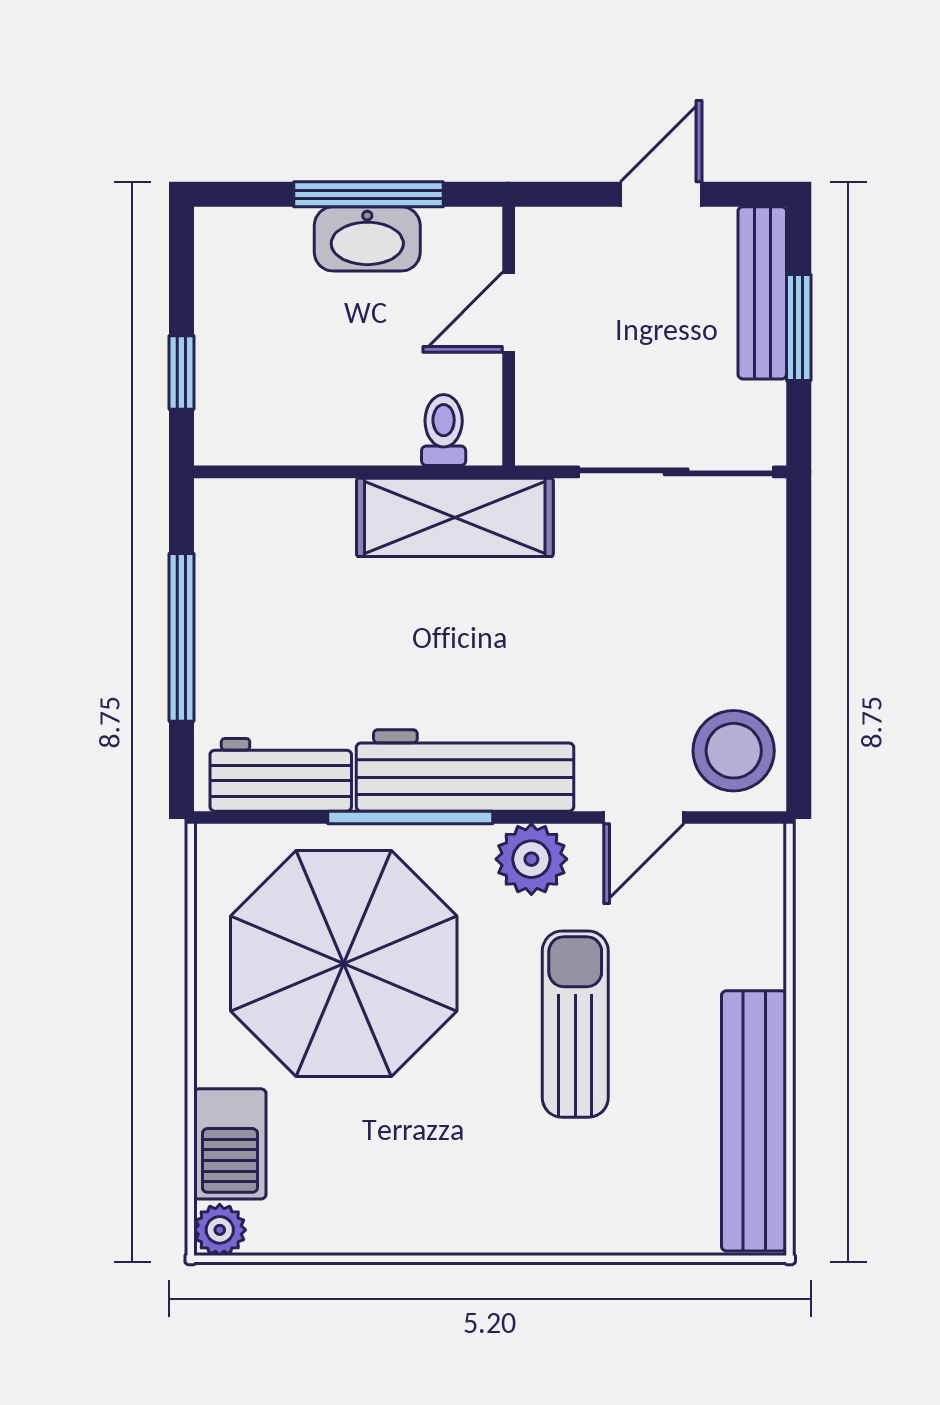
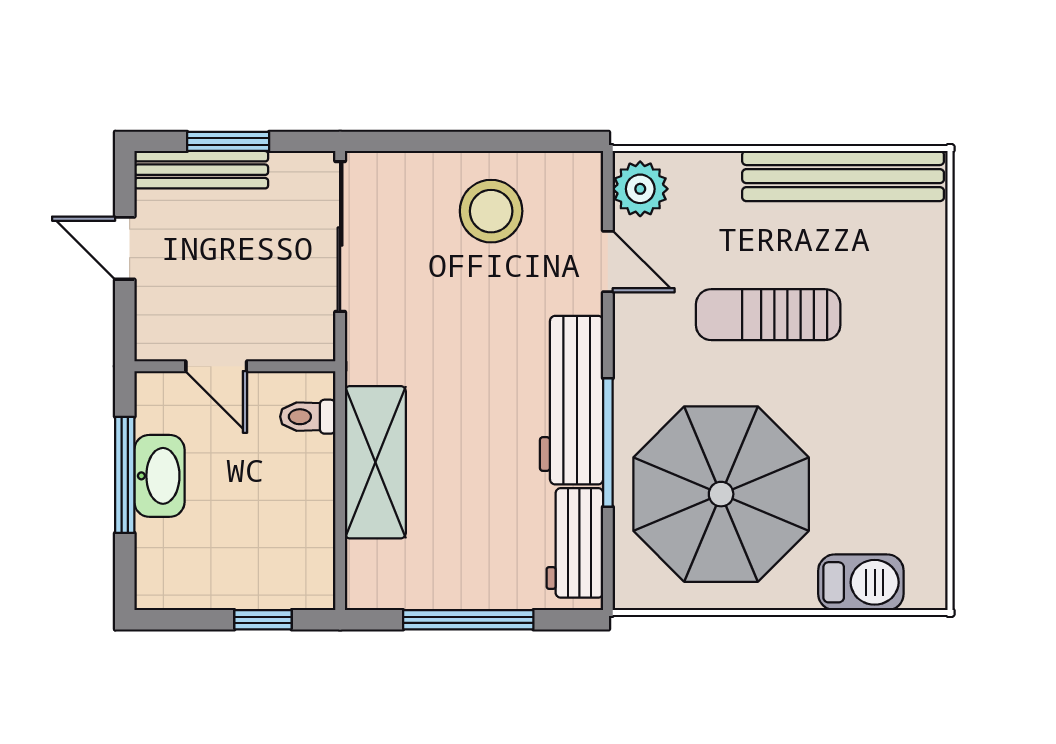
shelving: (455, 517) -> (375, 462), moved
stool: (734, 751) -> (491, 211), moved
plant: (531, 859) -> (640, 189), moved
plant: (220, 1230) -> (928, 590), removed

